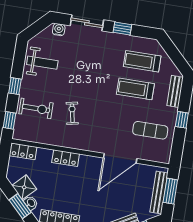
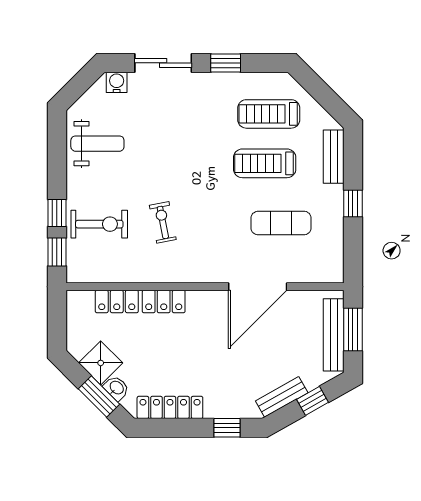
window: (15, 86) -> (57, 213), moved
exercise mat: (150, 130) -> (281, 223), moved
locker: (23, 151) -> (117, 302), moved

